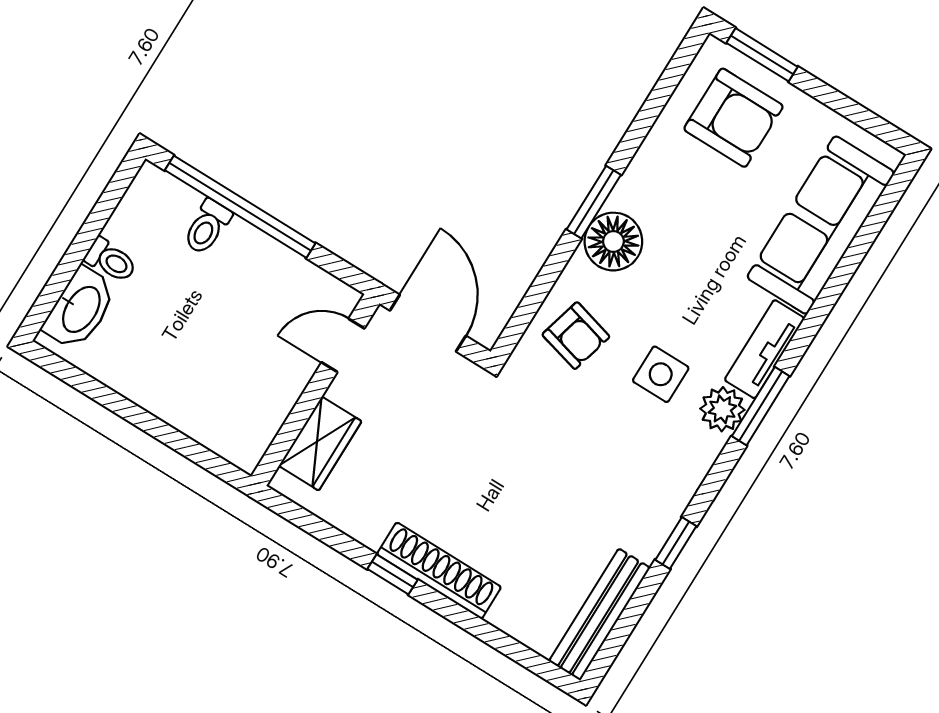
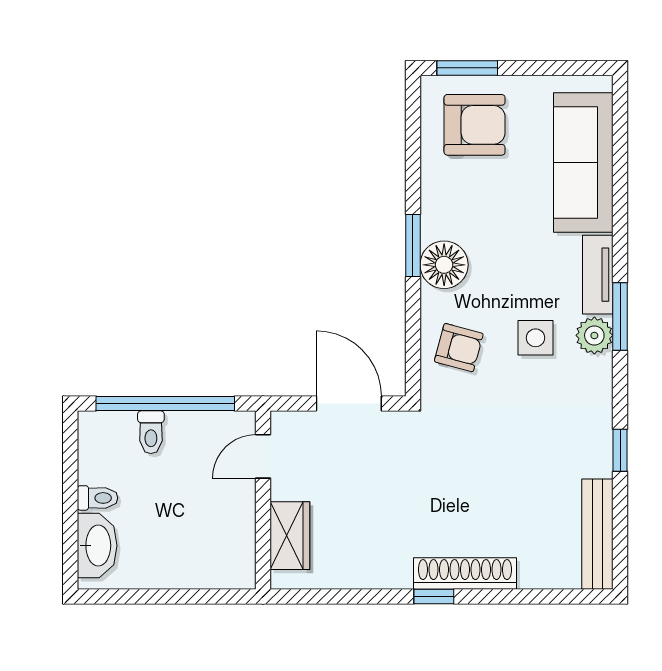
door: (343, 345) -> (263, 456), moved
wall: (315, 390) -> (263, 500), moved
wardrobe: (320, 444) -> (290, 536), moved

